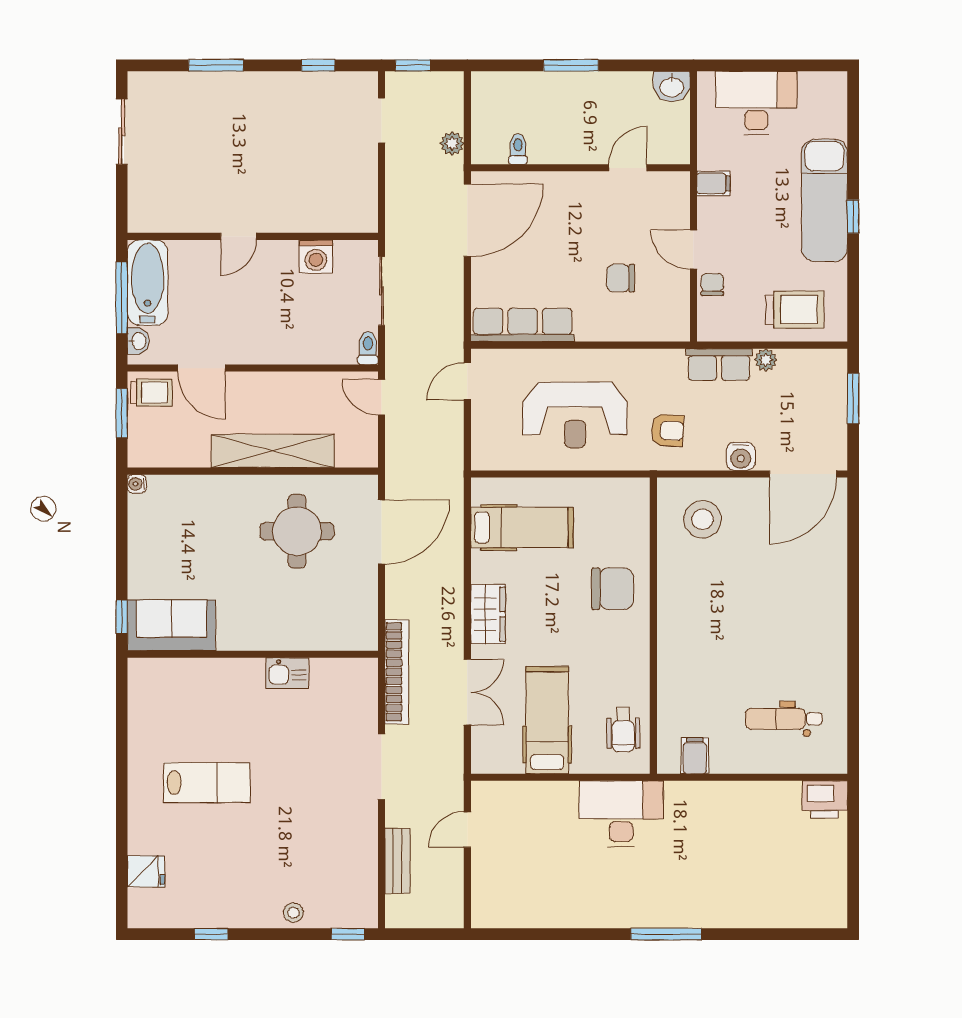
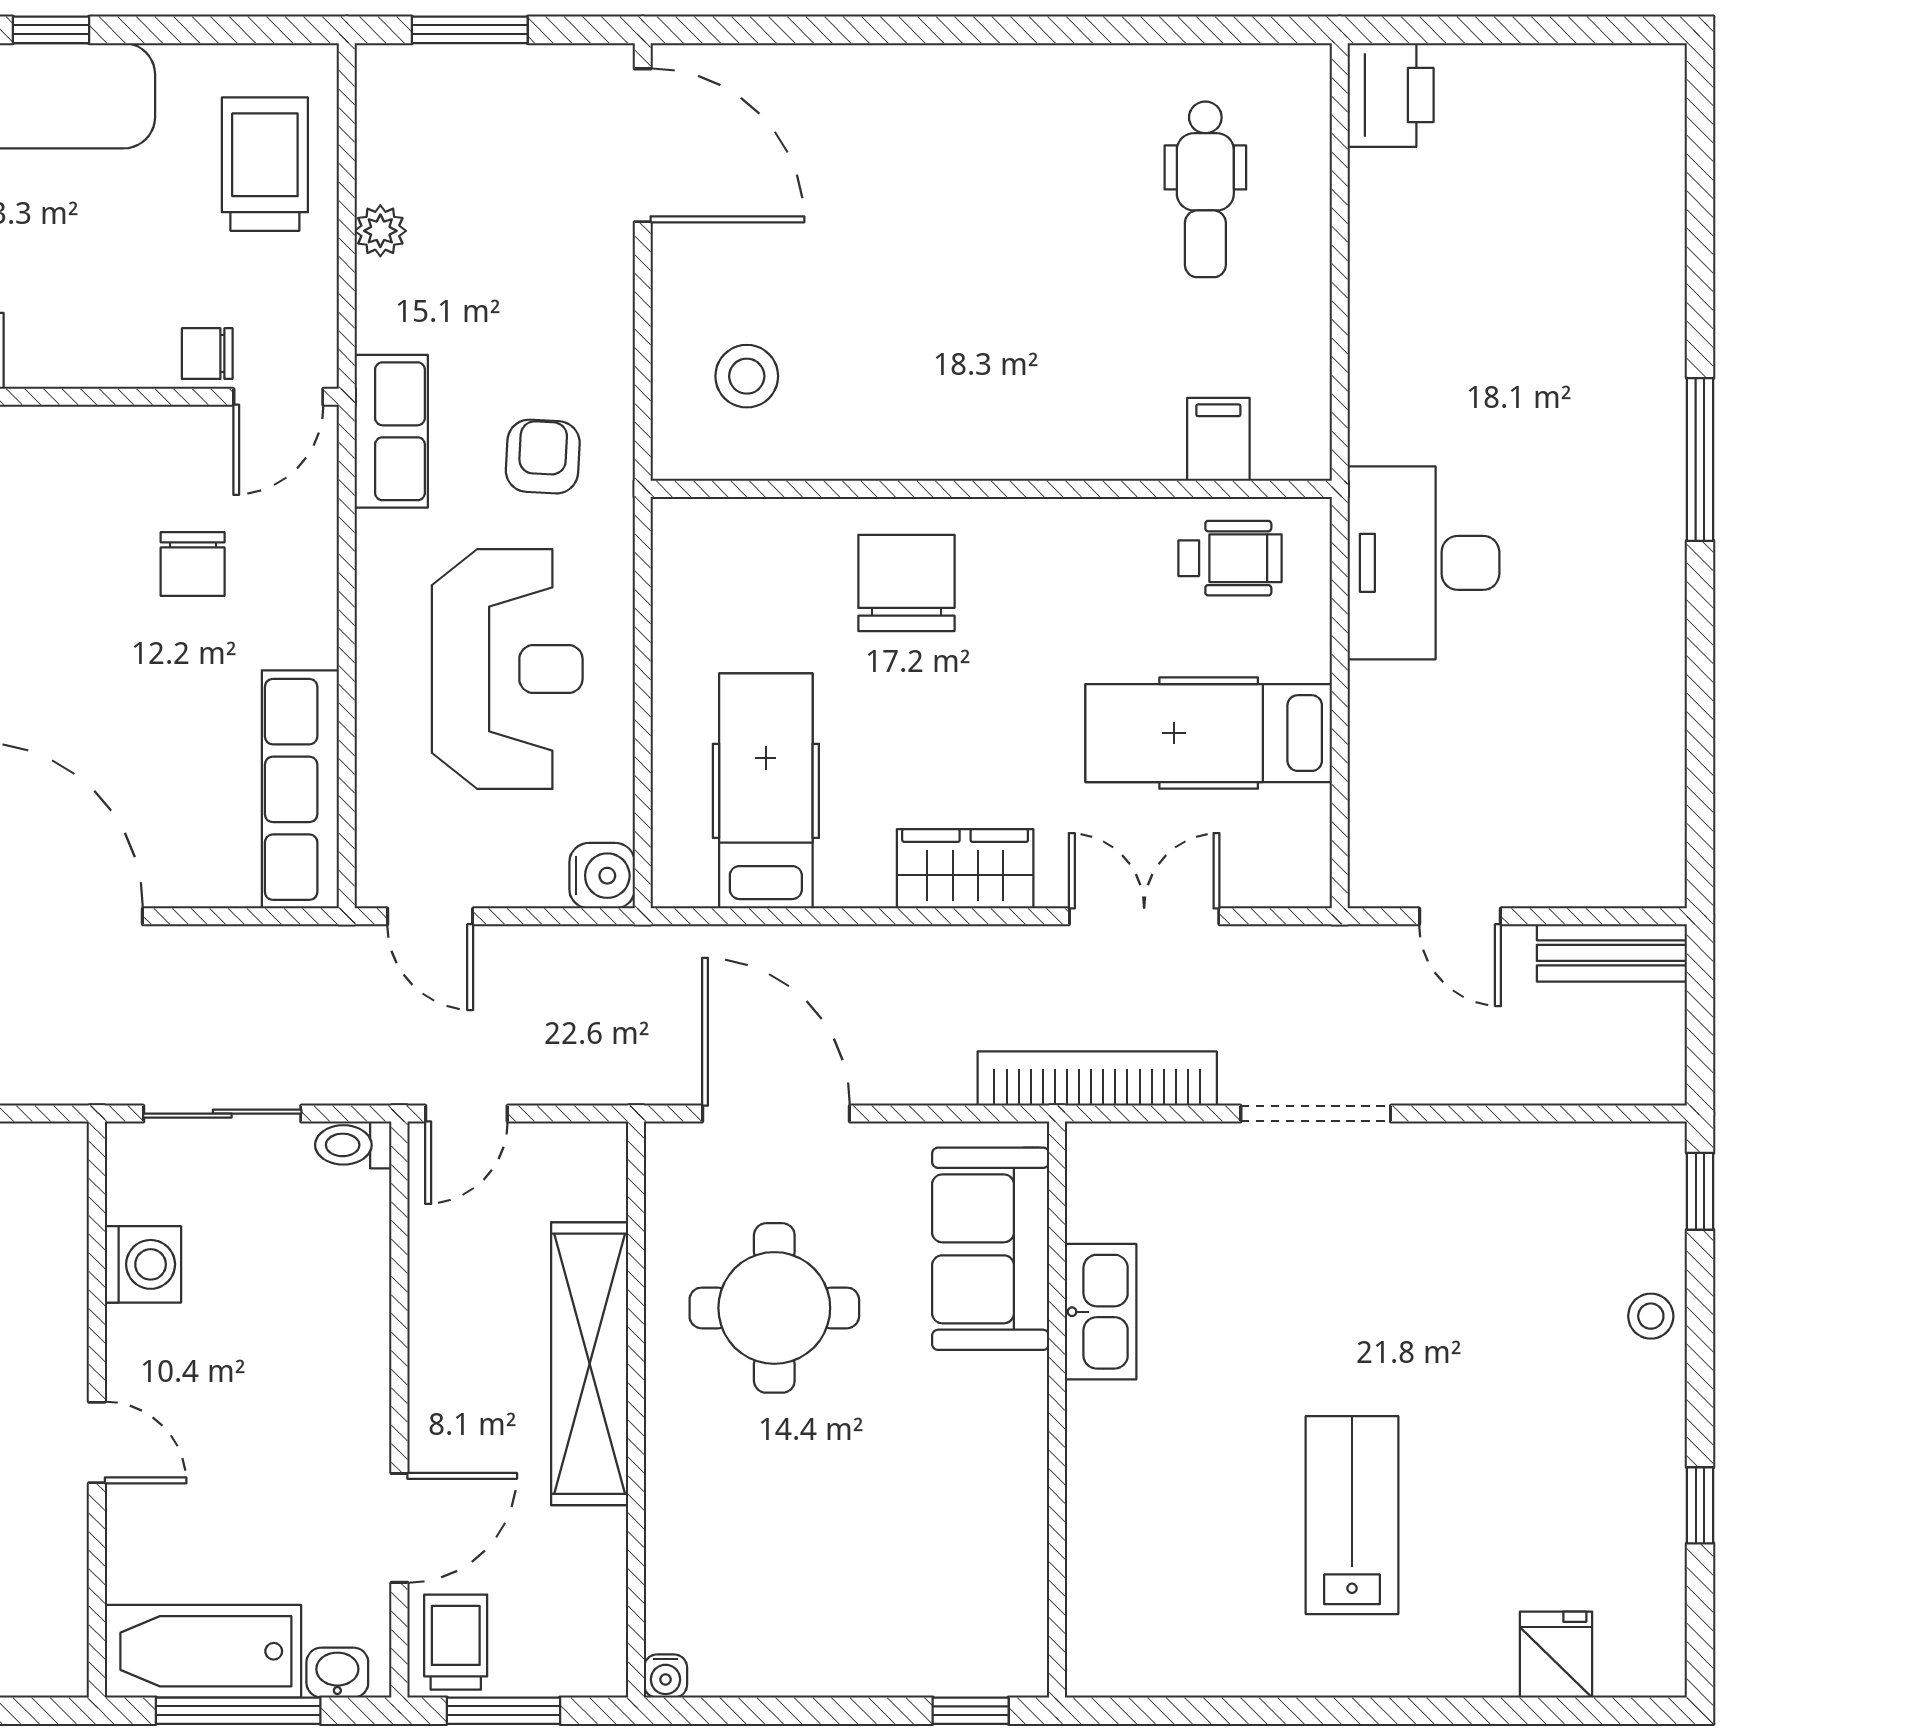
door: (693, 250) -> (278, 397), moved
row of seats: (719, 365) -> (391, 431), moved
water cooler: (741, 456) -> (602, 876), moved
stool: (702, 519) -> (747, 376), width x0.73, depth x0.73
sofa: (171, 625) -> (991, 1249), moved
kitchen sink: (287, 673) -> (1101, 1312), width x1.38
filing cabinet: (695, 756) -> (1218, 439), moved, turned 90
bench: (397, 861) -> (1612, 953), moved

